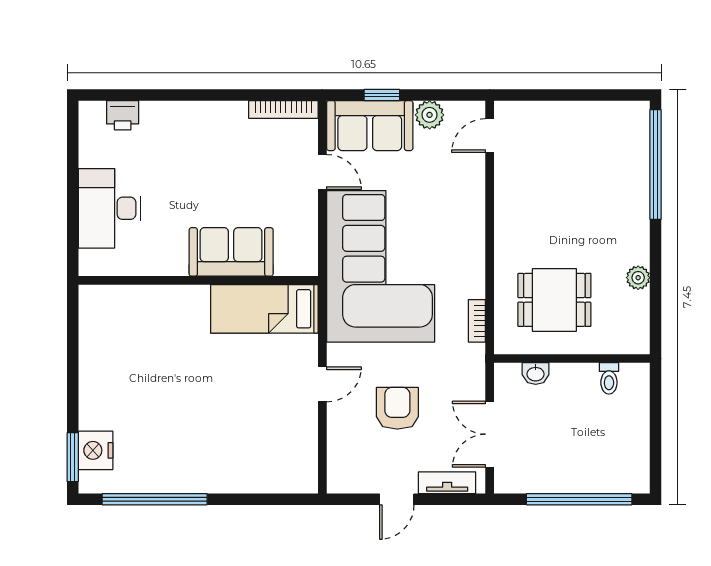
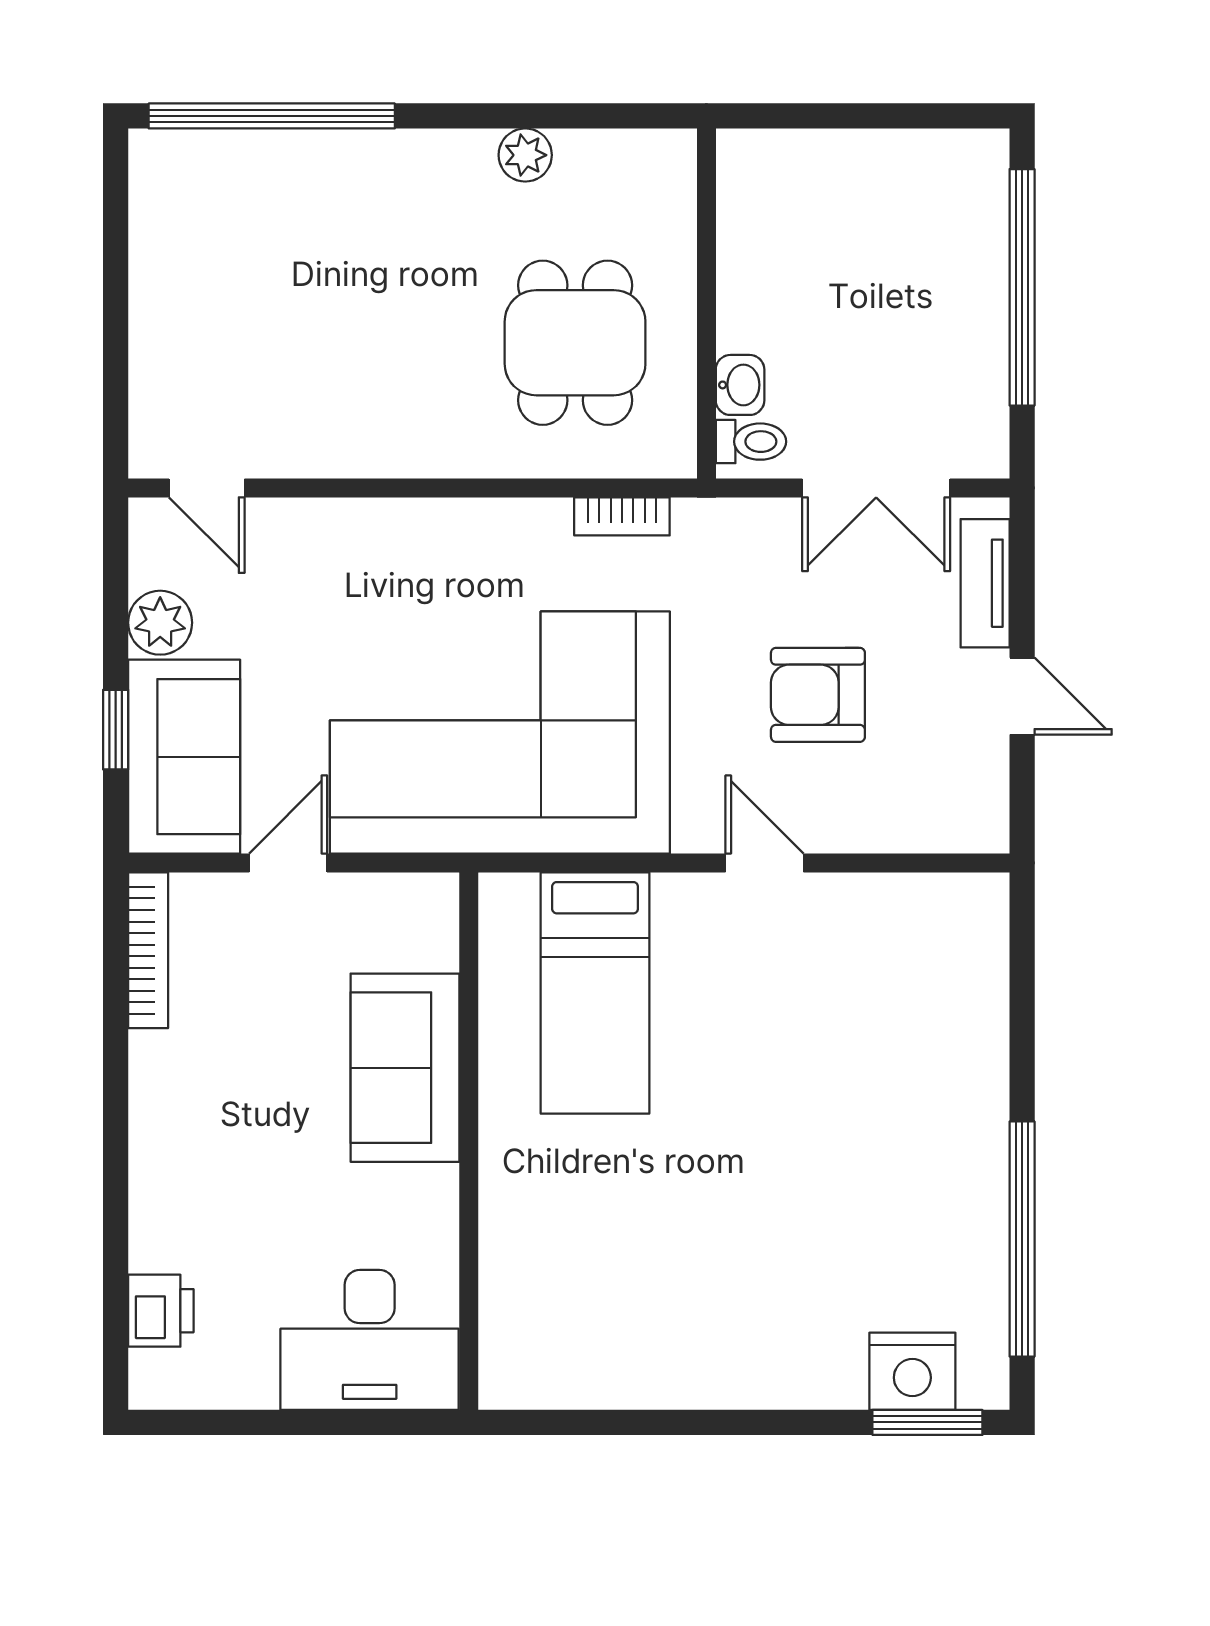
sofa: (231, 252) -> (405, 1068), moved
wall: (198, 280) -> (469, 1141), moved
toilet: (609, 378) -> (751, 442), moved

